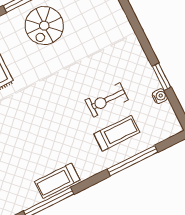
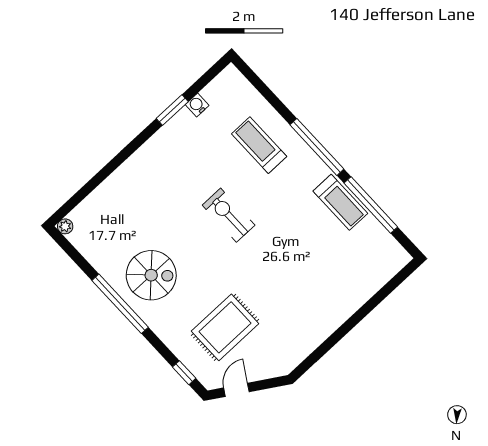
exercise bike: (107, 100) -> (229, 215), moved, turned 180
window: (133, 161) -> (317, 147), moved

